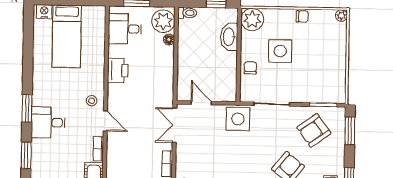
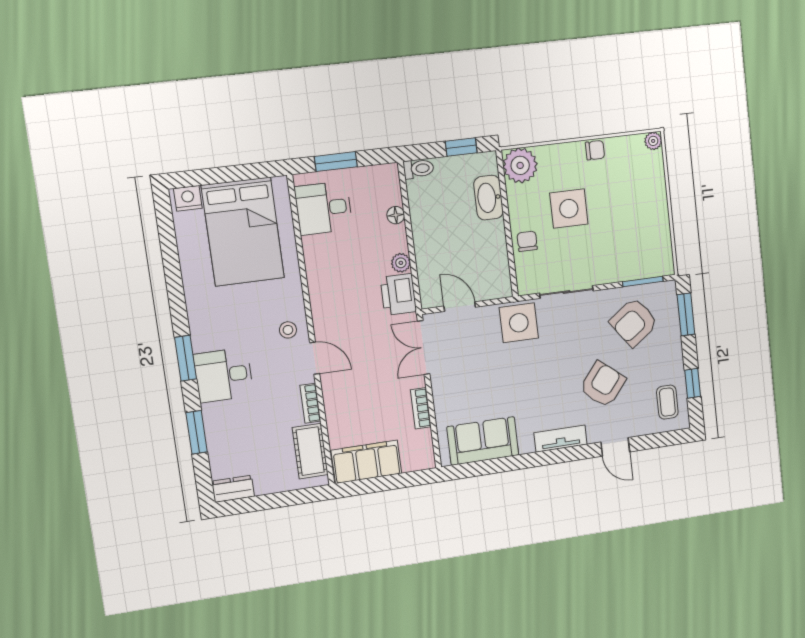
plant: (163, 21) -> (401, 263), moved, width x0.53, depth x0.53
bed: (67, 36) -> (243, 232), width x1.50
printer: (118, 71) -> (398, 294), moved, turned 180

